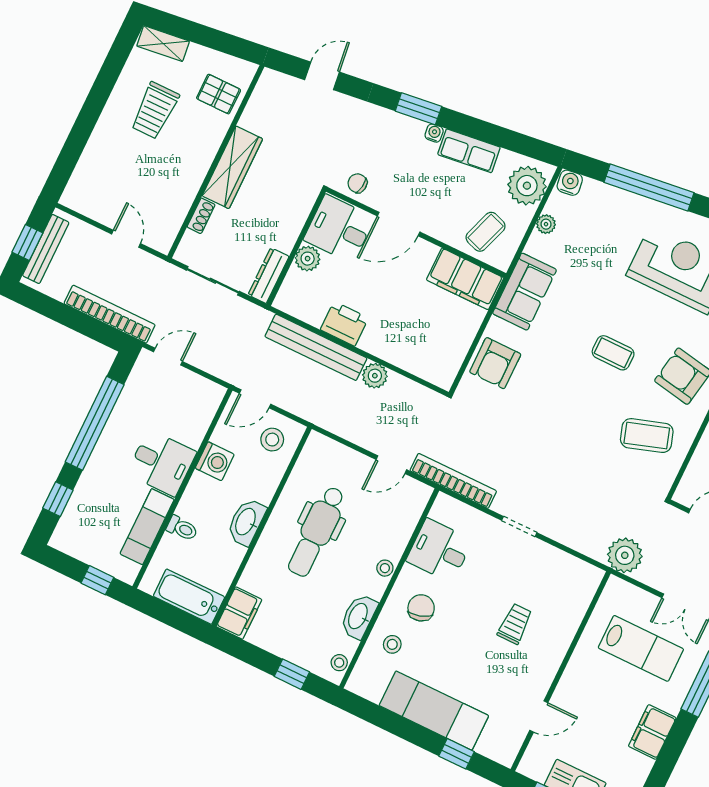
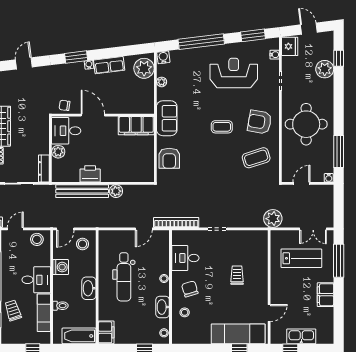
door: (399, 224) -> (93, 115), swing flipped
coffee table: (486, 232) -> (135, 99), removed
stool: (197, 393) -> (37, 239), added
trolley: (95, 497) -> (13, 310), added
exam couch: (434, 711) -> (238, 334), moved

